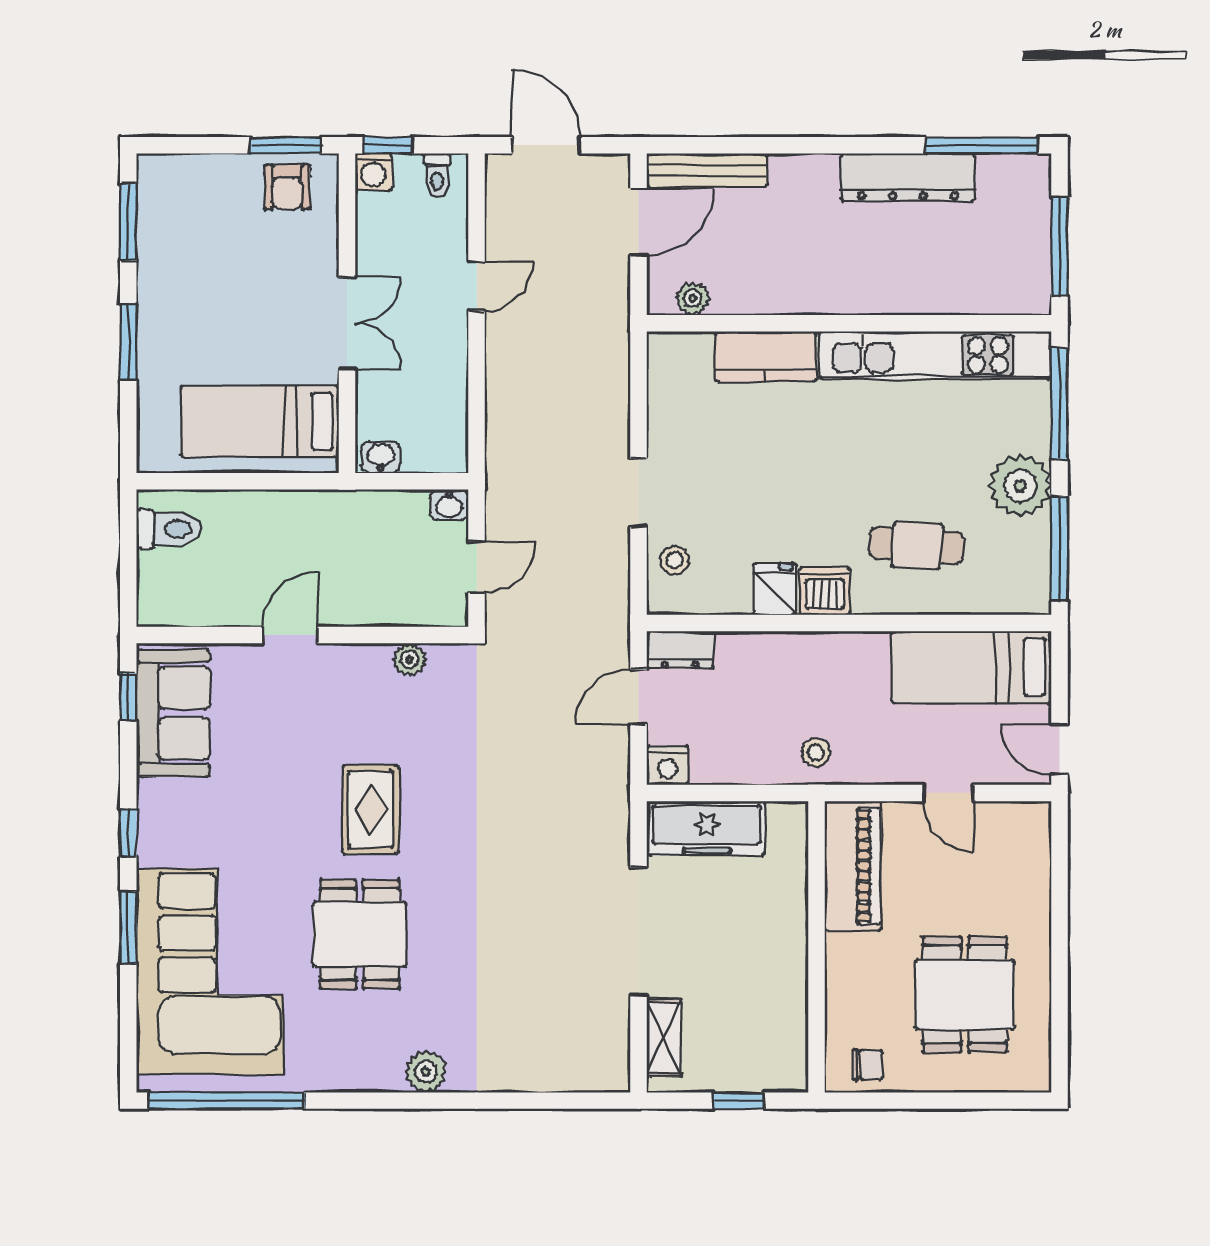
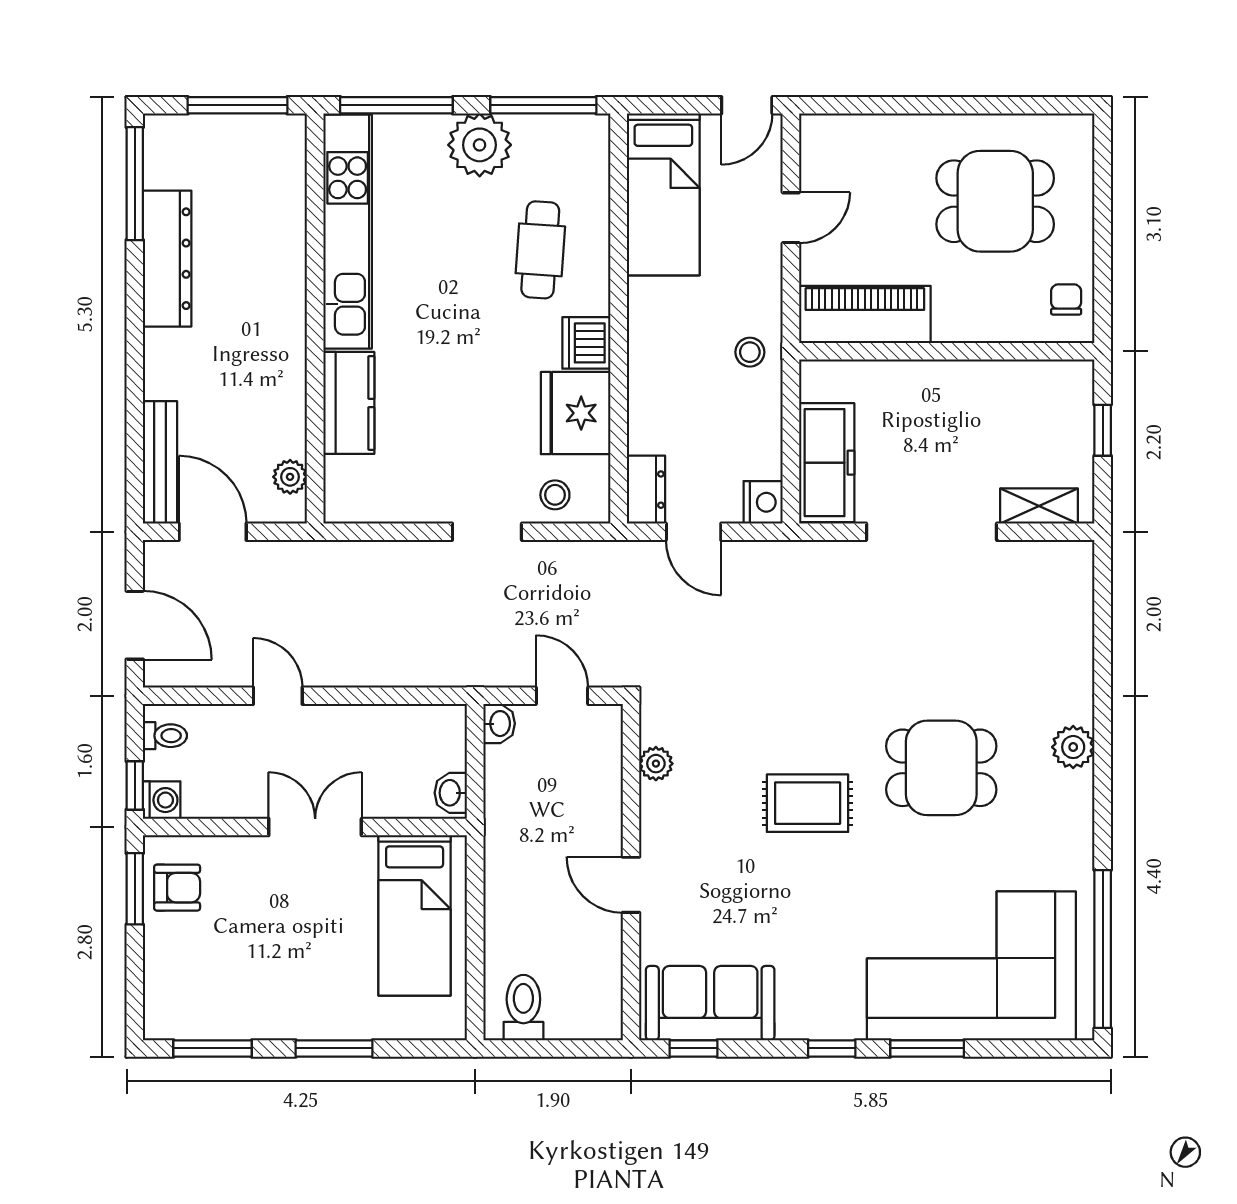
door: (546, 145) -> (135, 625), swing flipped
fridge: (775, 589) -> (576, 413), width x1.88, depth x1.34
dining table: (360, 934) -> (941, 768), moved

